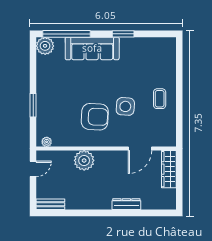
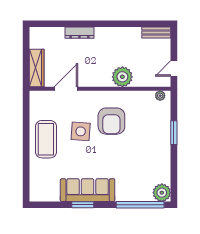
sofa: (92, 48) -> (88, 190), moved
coffee table: (160, 99) -> (46, 139), width x1.86, depth x1.72
armchair: (95, 117) -> (111, 121), turned -93

